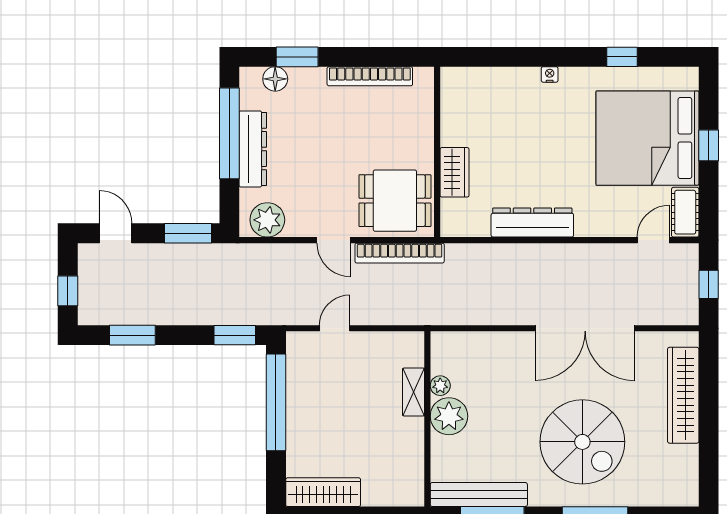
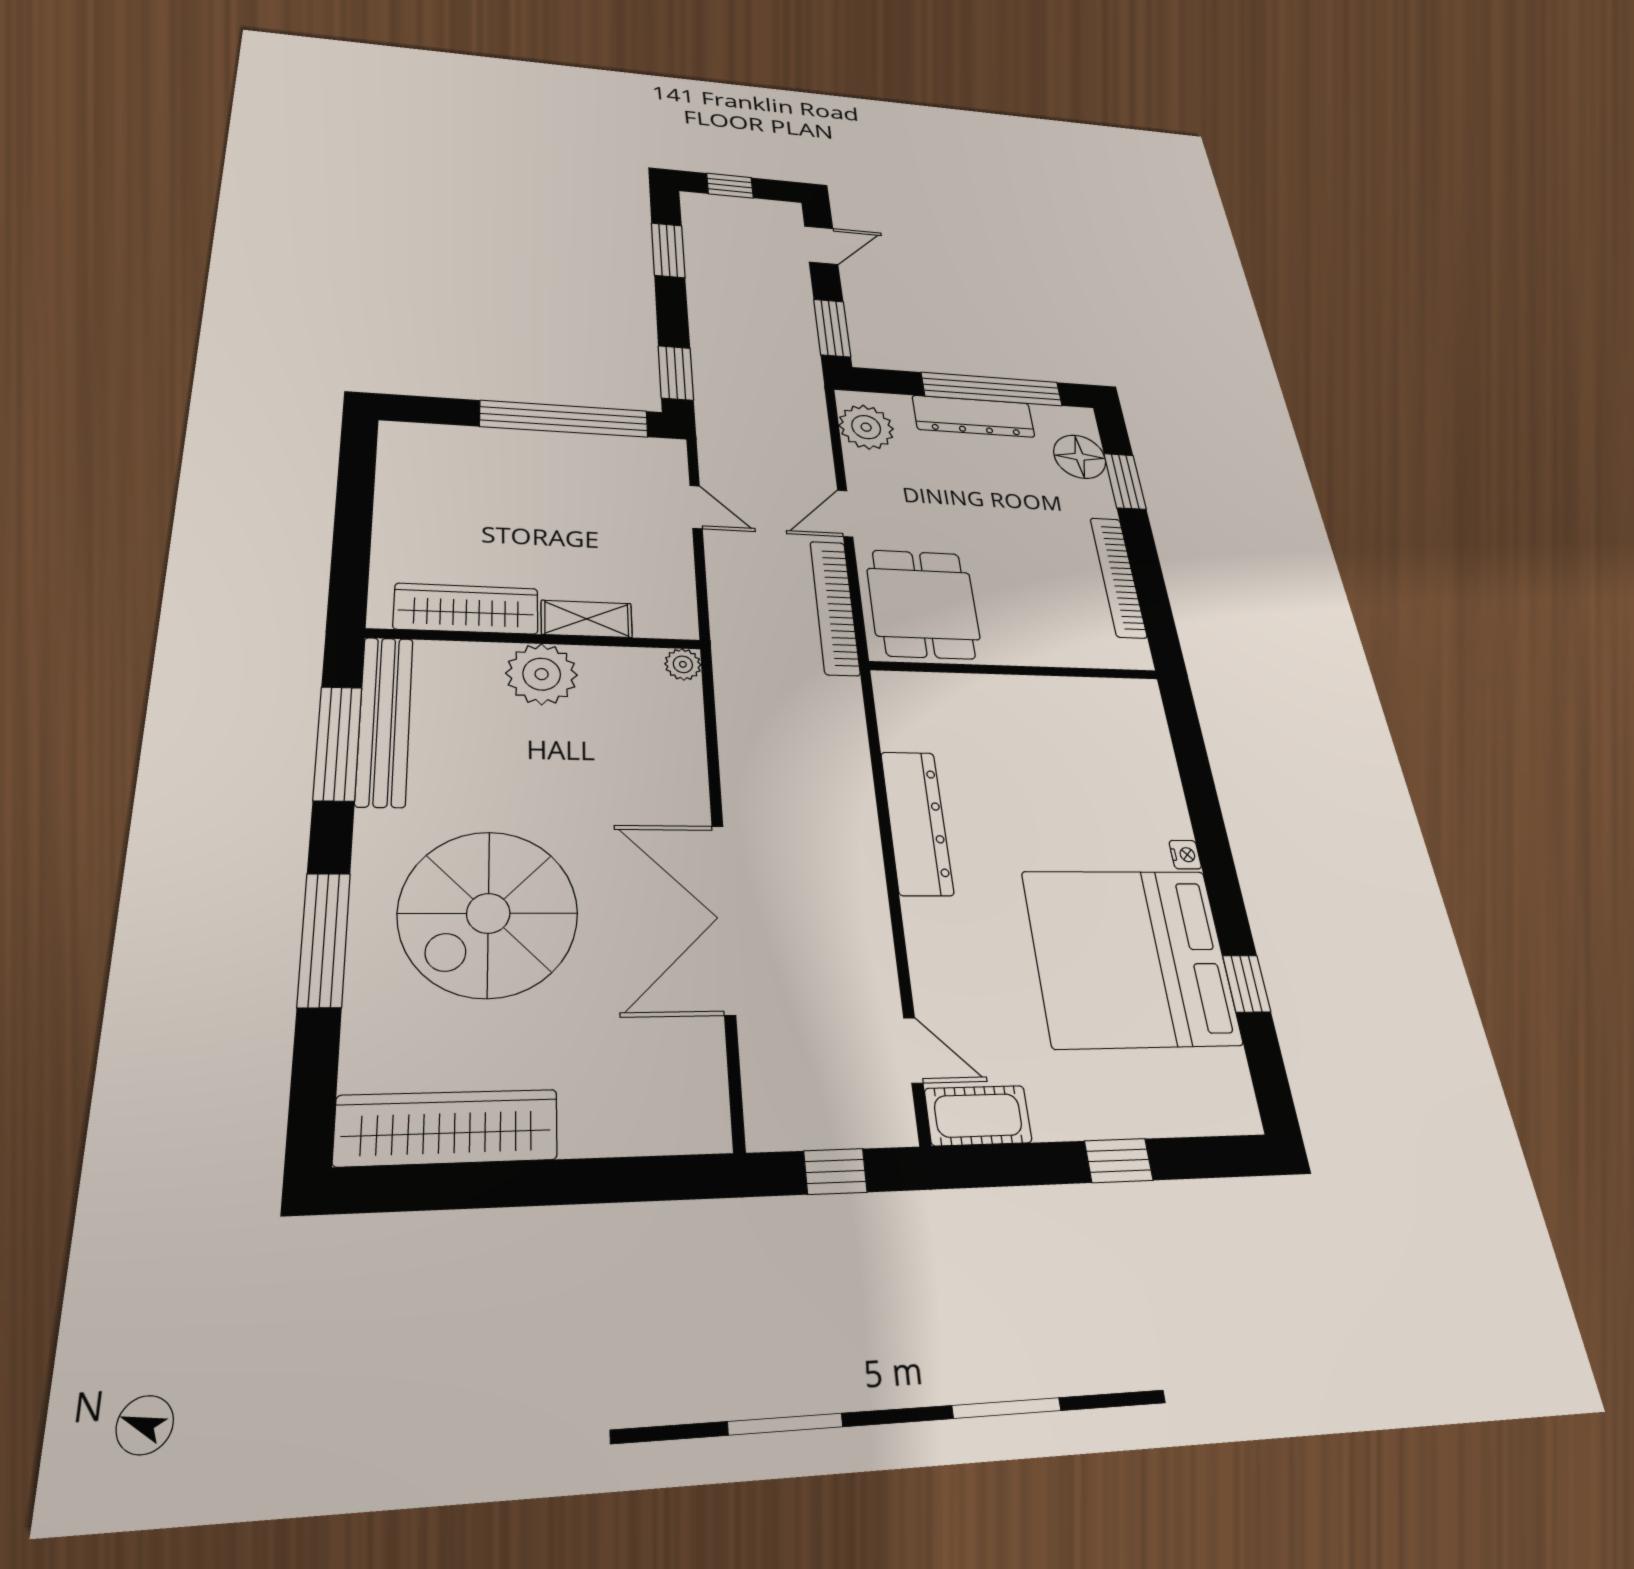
floor lamp: (275, 79) -> (1080, 457), width x1.38, depth x1.38
bed: (647, 138) -> (1131, 957), moved, turned -90
wardrobe: (455, 172) -> (986, 696), removed
plant: (440, 386) -> (683, 664), moved
wardrobe: (683, 395) -> (447, 1128), moved
wardrobe: (323, 492) -> (466, 609), moved, turned -90

